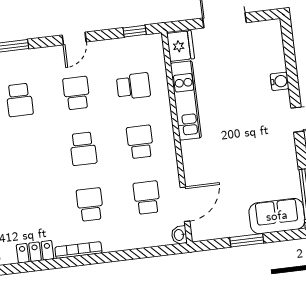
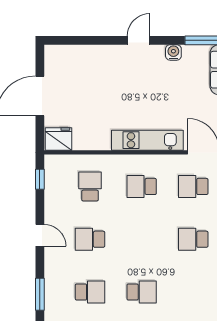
water cooler: (279, 81) -> (173, 52), moved
kitchen unit: (186, 101) -> (147, 140), moved
school desk: (83, 149) -> (142, 292), moved

